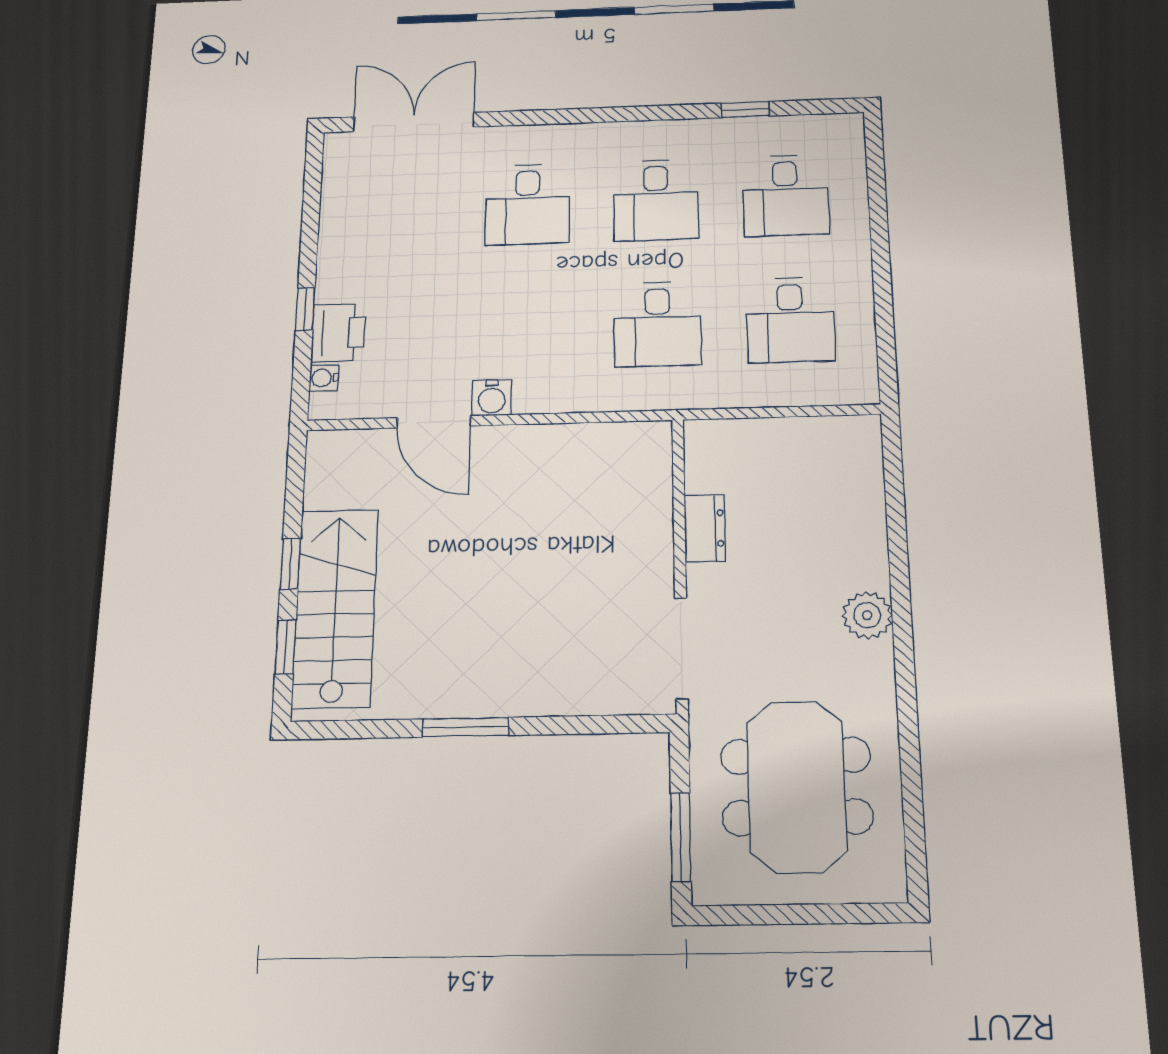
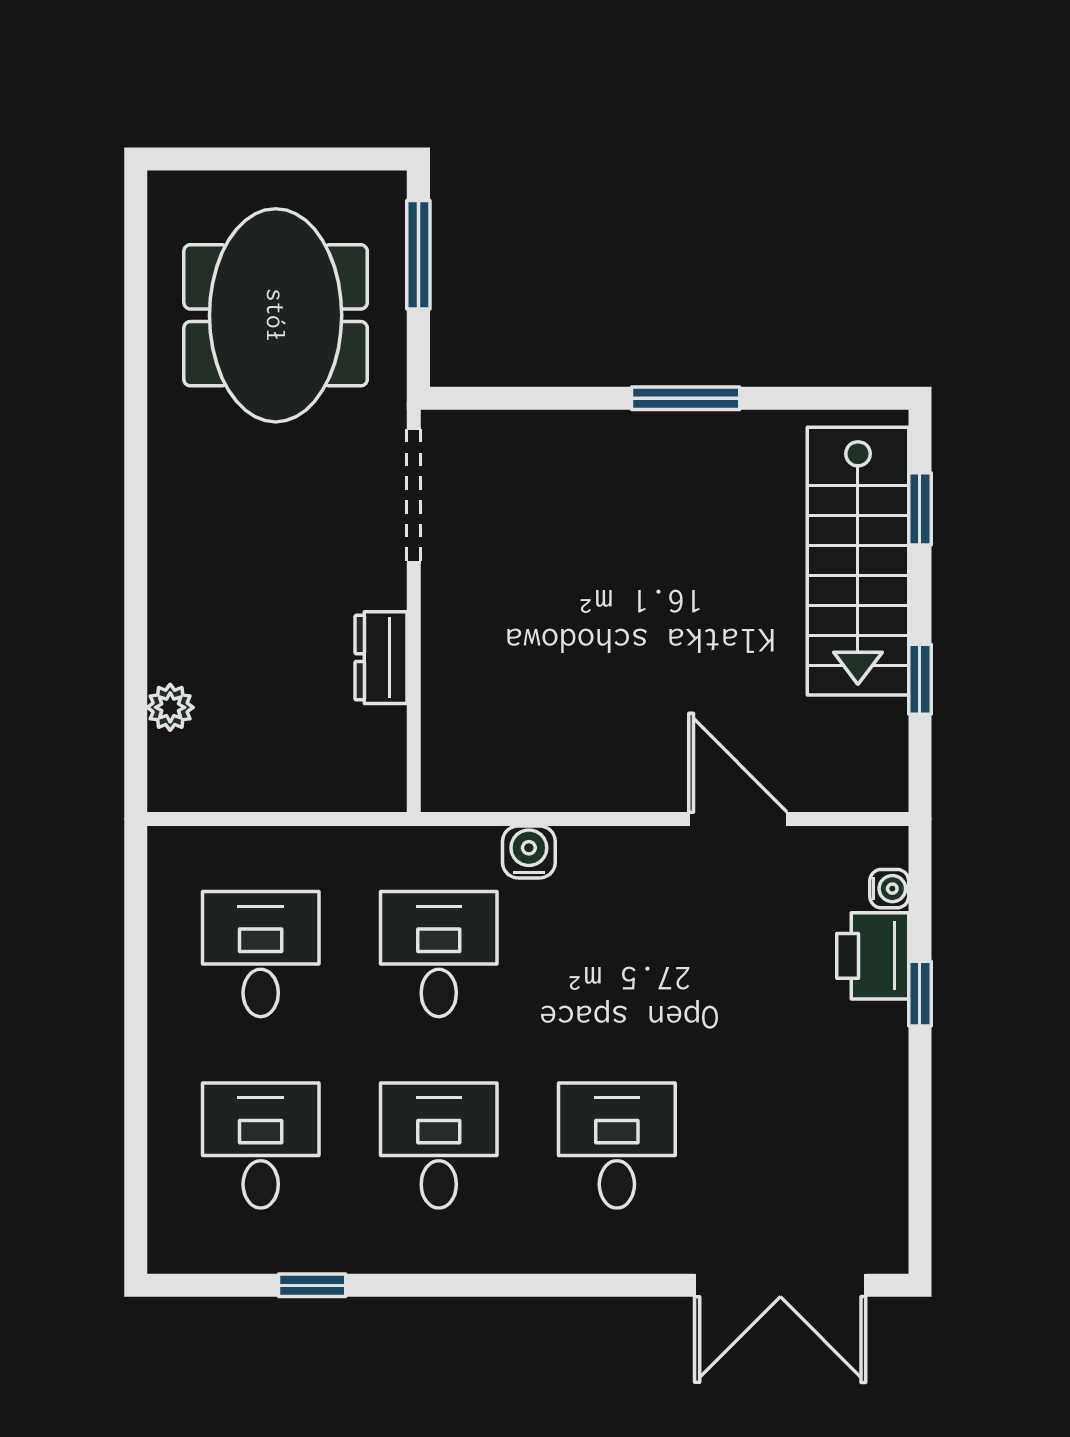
water cooler: (492, 398) -> (529, 852), moved
window: (290, 564) -> (920, 679), moved
plant: (867, 615) -> (170, 707), moved, width x0.73, depth x0.73

